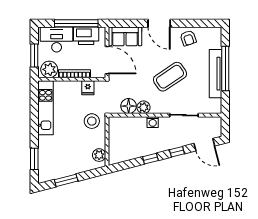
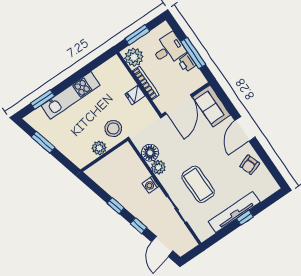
window: (76, 23) -> (193, 53), width x0.68
printer: (86, 36) -> (187, 63), width x0.53, depth x0.68
desk: (57, 39) -> (169, 49), width x0.73
window: (225, 69) -> (245, 218), width x0.32
coffee table: (170, 77) -> (198, 184), moved, turned 34
fridge: (88, 88) -> (135, 95), moved
kitchen unit: (46, 108) -> (71, 95), moved
plant: (99, 155) -> (99, 148), moved

